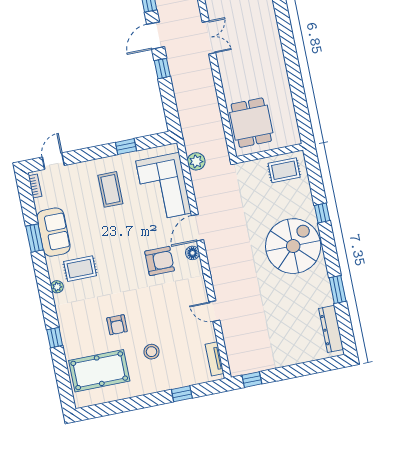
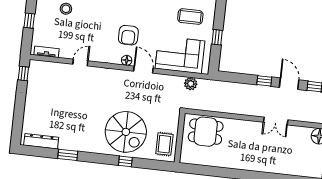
spiral stairs: (293, 246) -> (126, 132), moved

